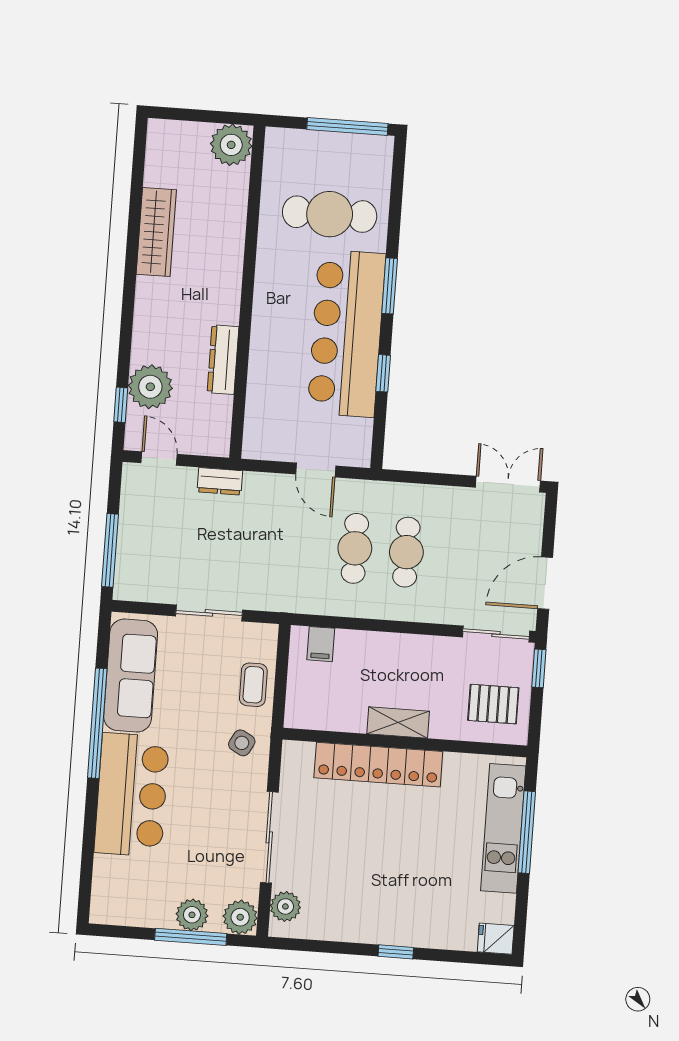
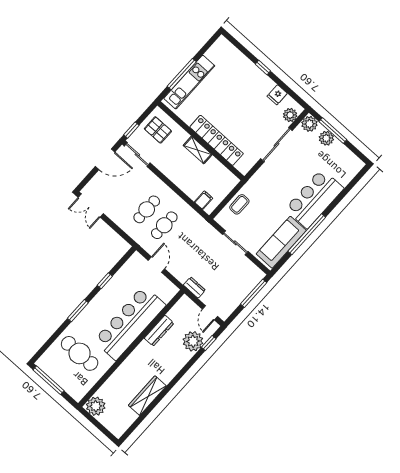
bar counter: (347, 333) -> (130, 323), moved, turned 180
side table: (242, 743) -> (260, 187), removed
fridge: (496, 939) -> (277, 95), moved, turned 90

